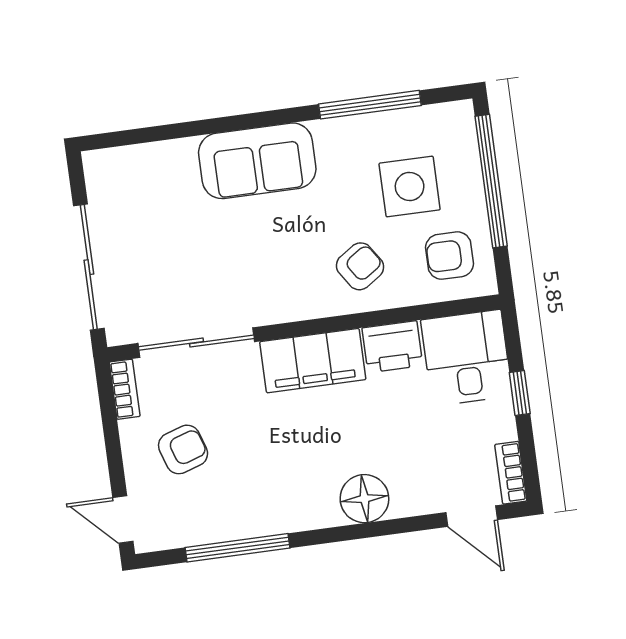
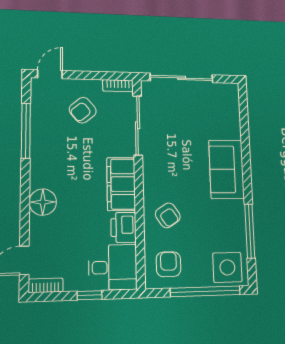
side table: (410, 186) -> (227, 267), moved
armchair: (183, 449) -> (83, 110), turned 68

